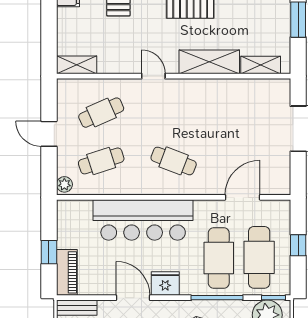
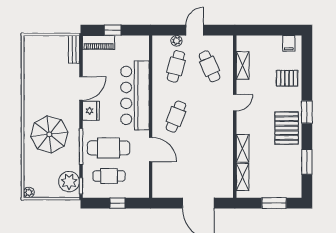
shelving: (209, 62) -> (243, 148), width x0.67, depth x0.75
shelving: (77, 65) -> (243, 65), moved
cafe table: (101, 161) -> (176, 66), turned 33
plant: (64, 184) -> (176, 41), moved
door: (242, 197) -> (151, 150), moved
cafe table: (259, 257) -> (109, 176), width x0.73, depth x0.74

